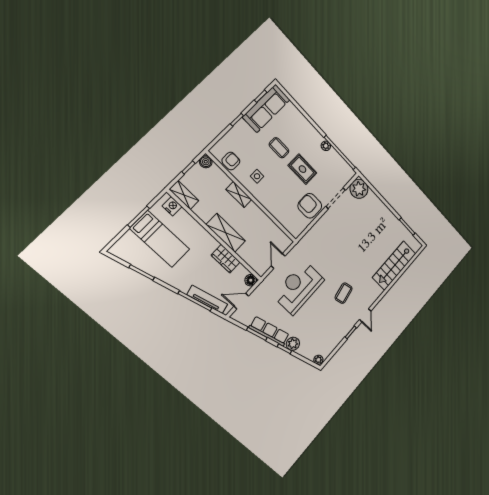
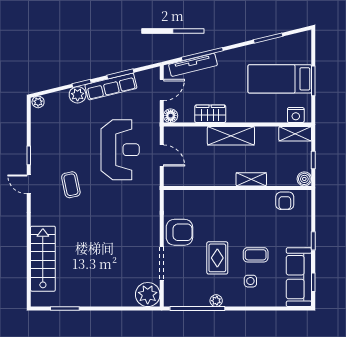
rug: (302, 169) -> (217, 258), turned 90
side table: (257, 176) -> (250, 281), moved

